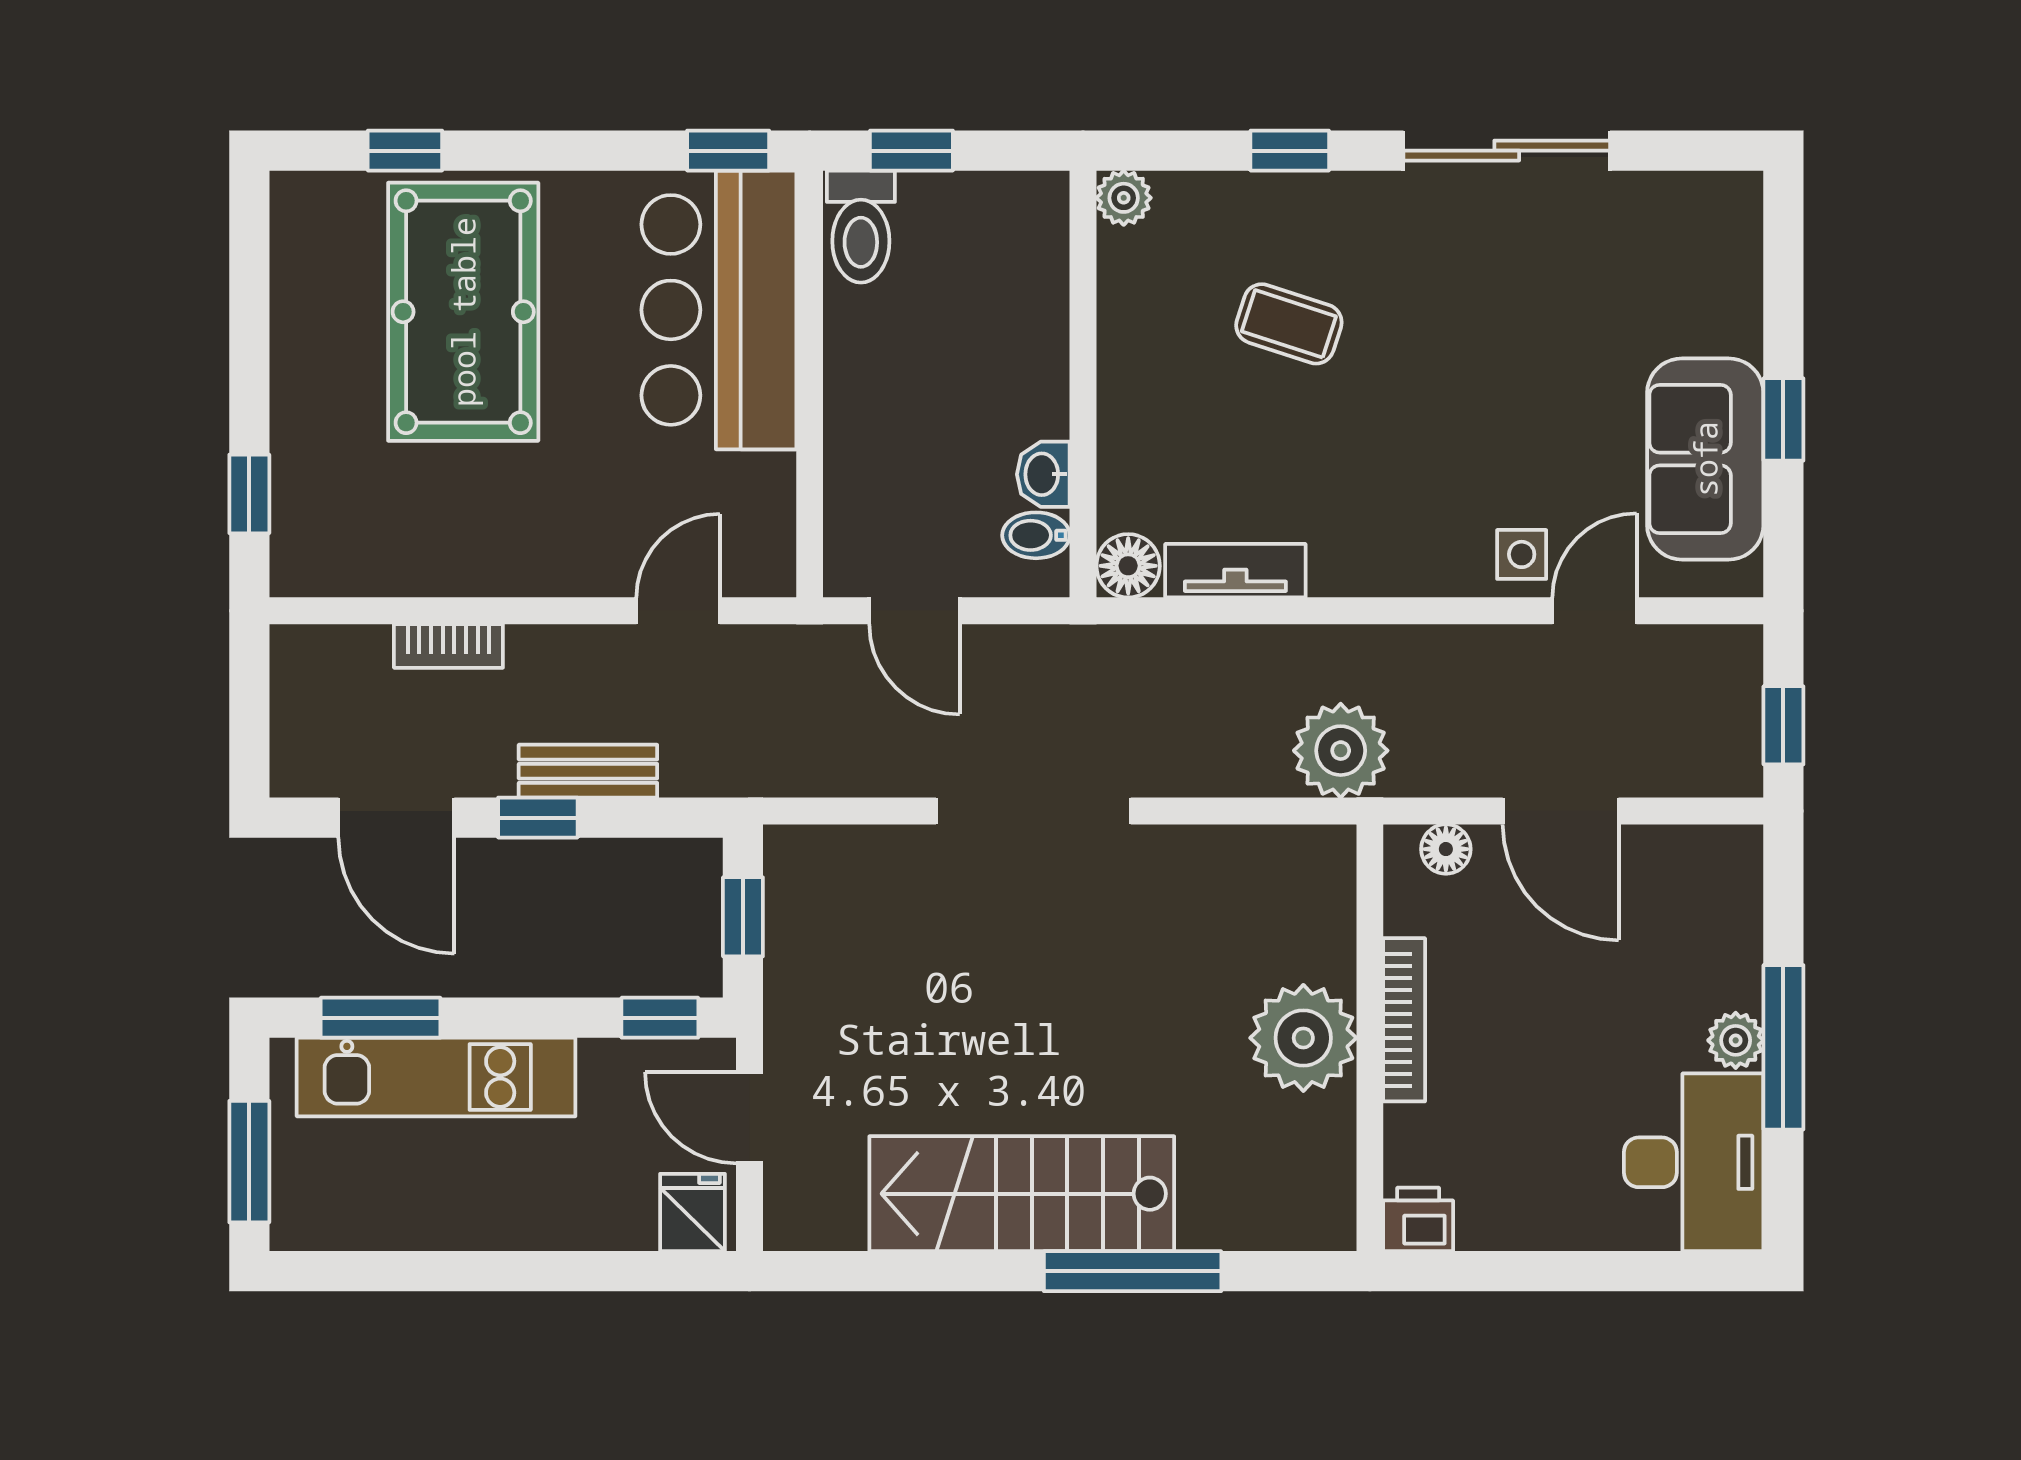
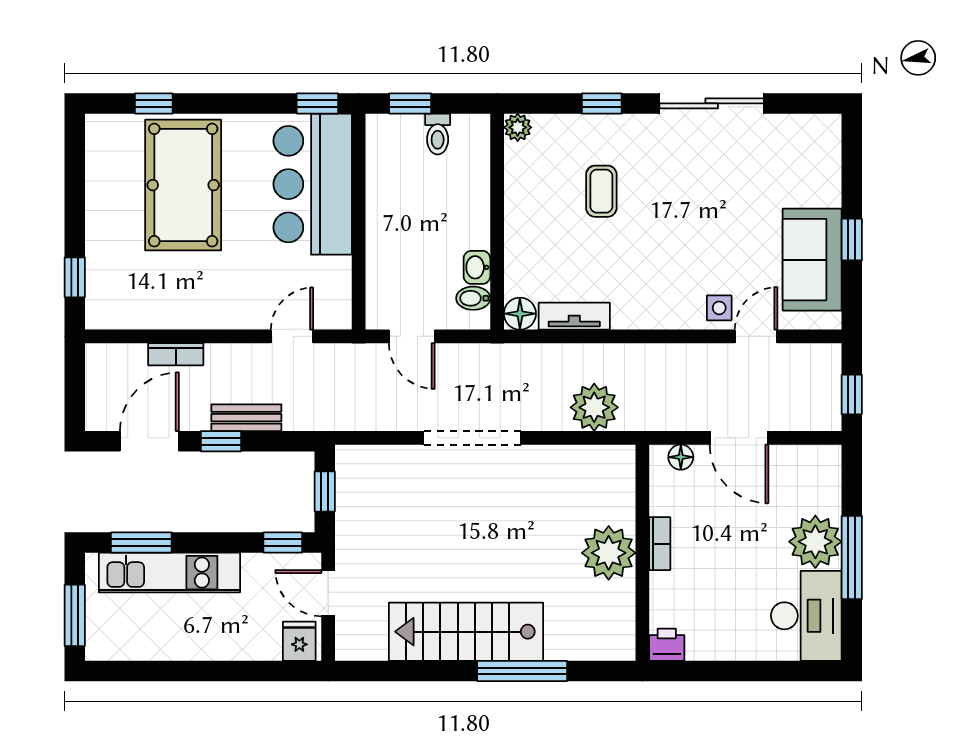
toilet: (861, 227) -> (438, 134), moved, width x0.73, depth x0.72
coffee table: (1289, 324) -> (601, 191), turned 72
plant: (1341, 751) -> (594, 407), moved
door: (396, 818) -> (149, 441), swing flipped
bookcase: (1404, 1020) -> (660, 544), width x0.64
plant: (1736, 1040) -> (815, 542), width x1.88, depth x1.88

